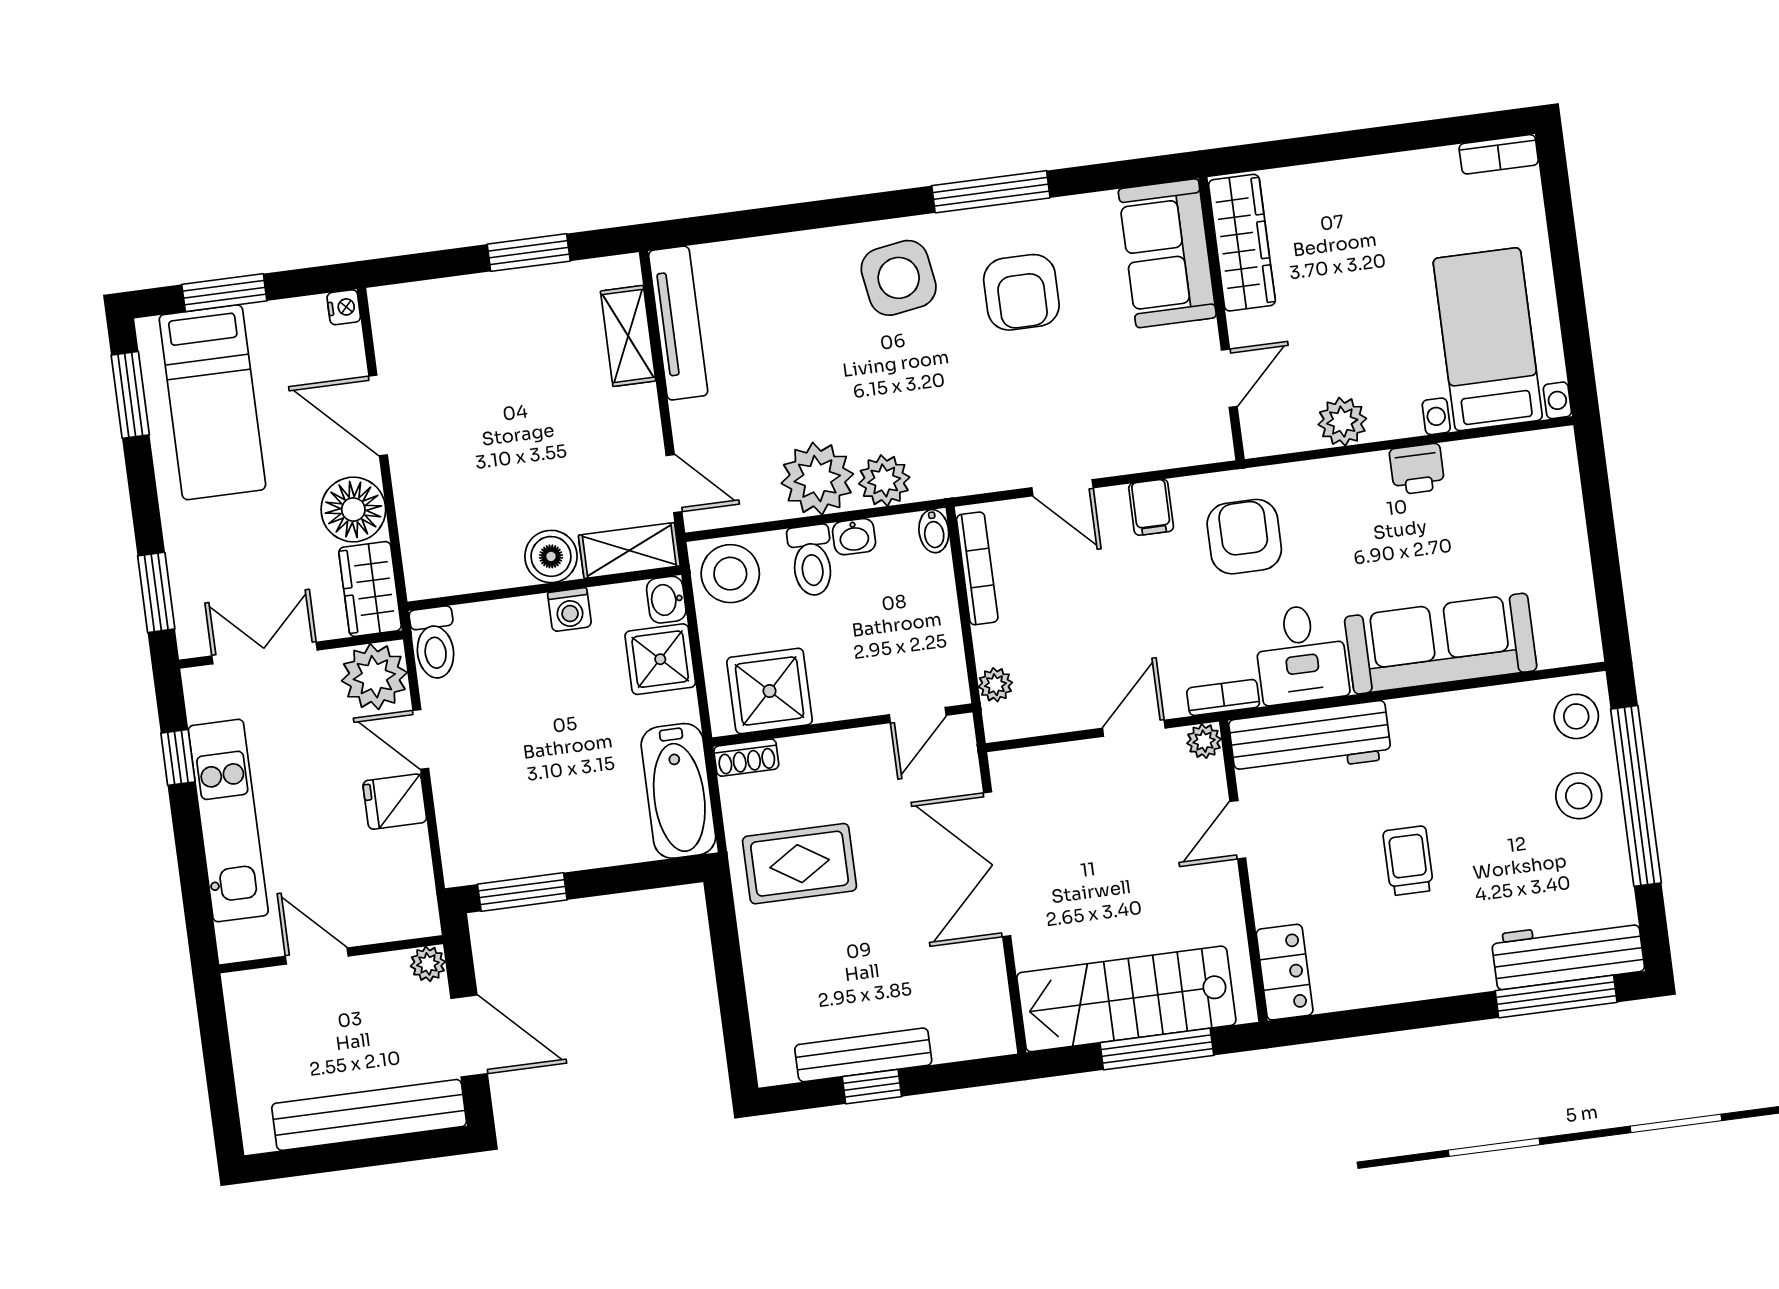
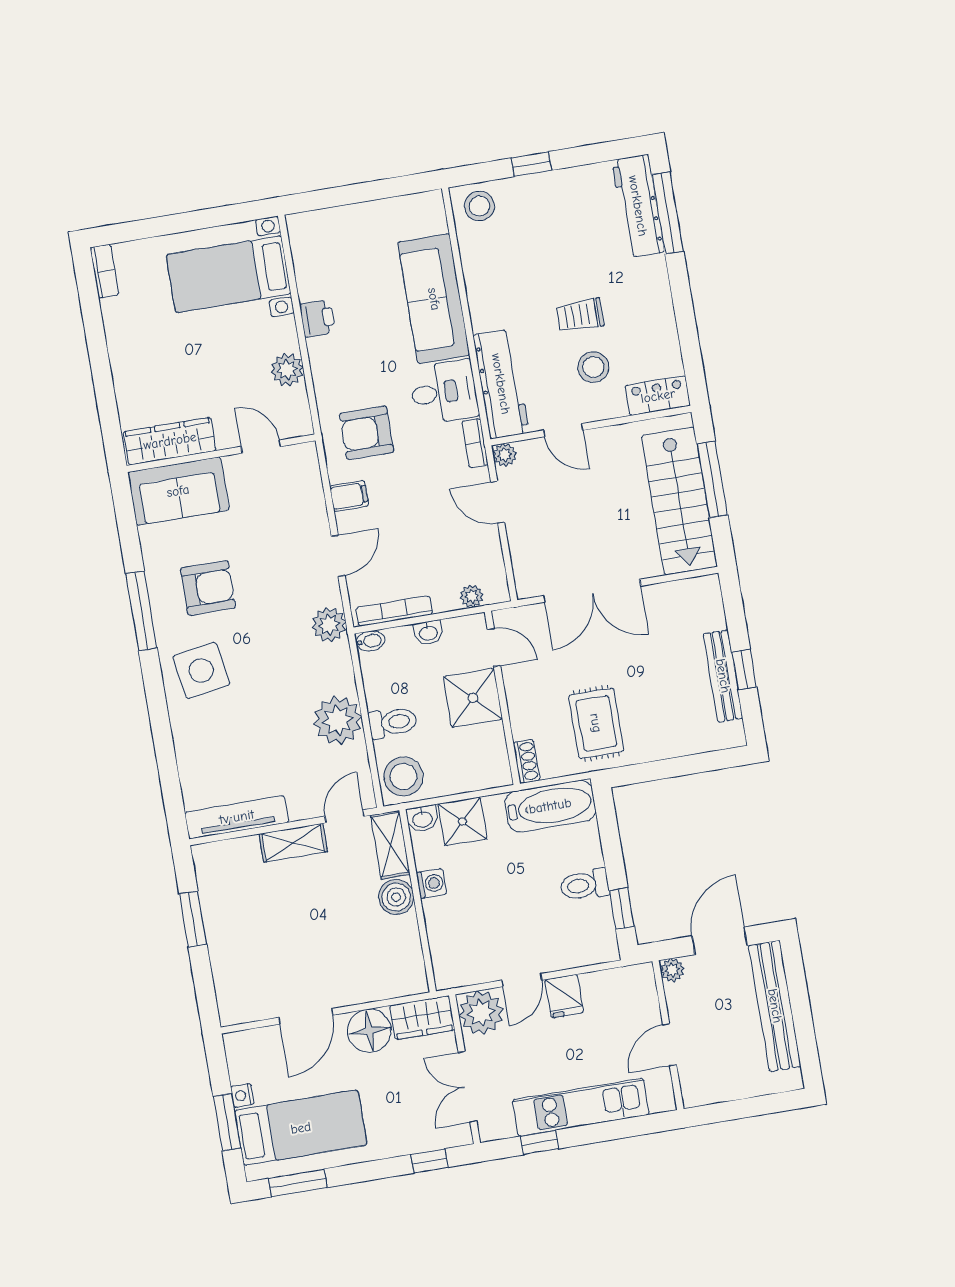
nightstand: (344, 307) -> (242, 1095), moved, turned -90
shelving: (628, 336) -> (293, 843), moved
plant: (884, 480) -> (329, 625), moved
washbasin: (854, 537) -> (428, 633), moved, turned 90
window: (156, 592) -> (429, 1161), width x0.67
toilet: (434, 643) -> (585, 885), moved, turned 180
shower: (770, 691) -> (473, 698), moved
stool: (1579, 796) -> (593, 367), moved
window: (1636, 796) -> (531, 164), width x0.32
window: (522, 892) -> (622, 908), width x0.67

